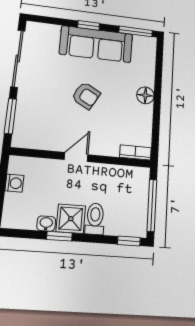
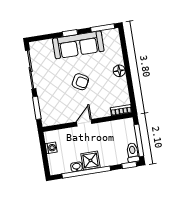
toilet: (95, 219) -> (133, 153), moved
window: (59, 236) -> (86, 172), width x3.17

